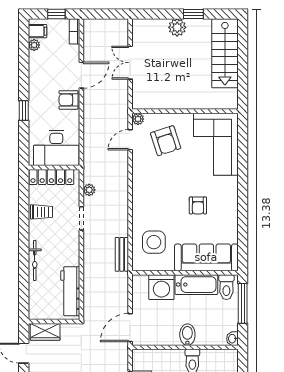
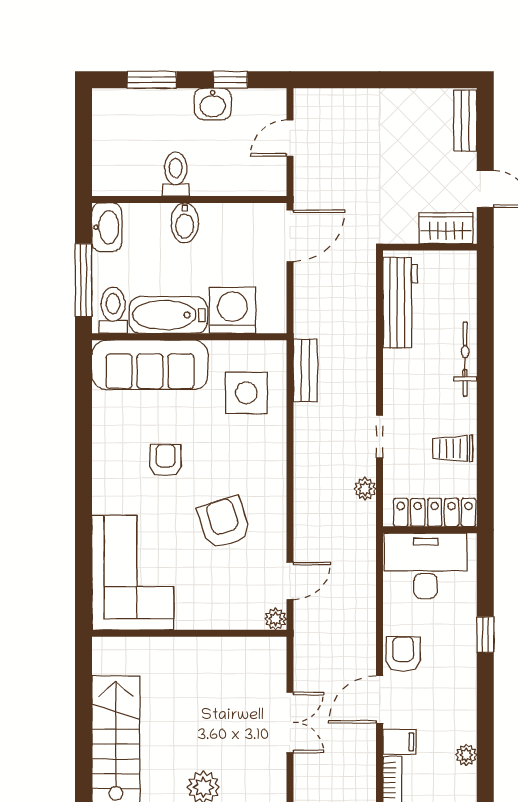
filing cabinet: (37, 31) -> (400, 742), moved, turned 180
armchair: (68, 100) -> (403, 654), turned -90
armchair: (166, 141) -> (224, 523), moved
washbasin: (232, 339) -> (107, 227), width x1.91, depth x1.45

